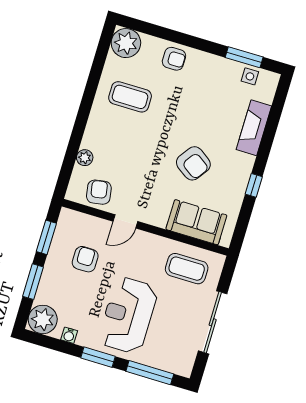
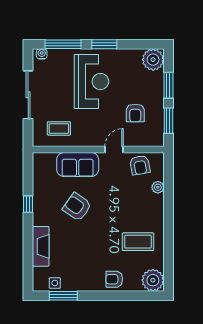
sofa: (196, 222) -> (78, 165), moved
coffee table: (187, 269) -> (59, 128), width x0.73, depth x0.77
water cooler: (69, 335) -> (42, 54), moved

